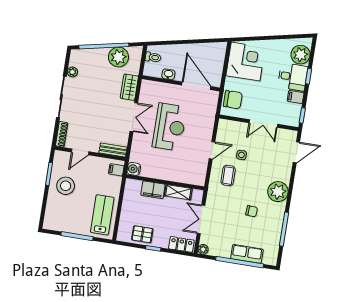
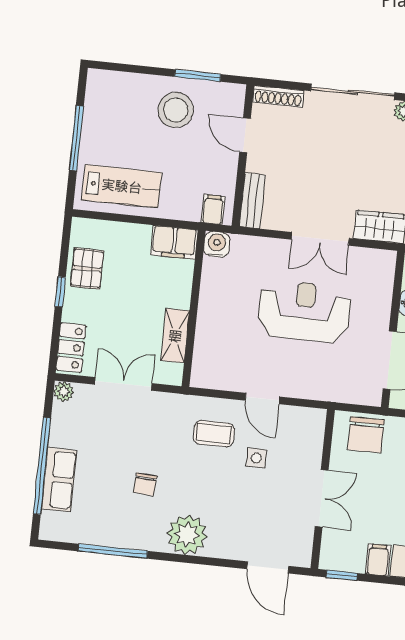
double door: (263, 123) -> (322, 498), swing flipped
reception desk: (170, 127) -> (304, 311), turned 180
filing cabinet: (153, 190) -> (174, 242), moved, turned -90

